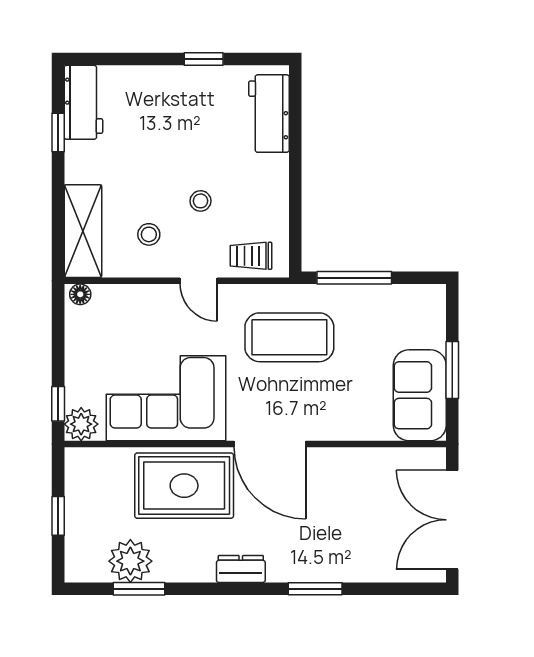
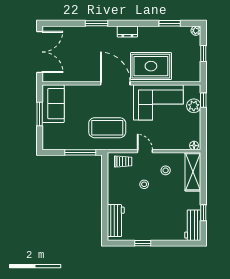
plant: (81, 424) -> (194, 106), moved
plant: (130, 561) -> (196, 31), moved, width x0.53, depth x0.53

